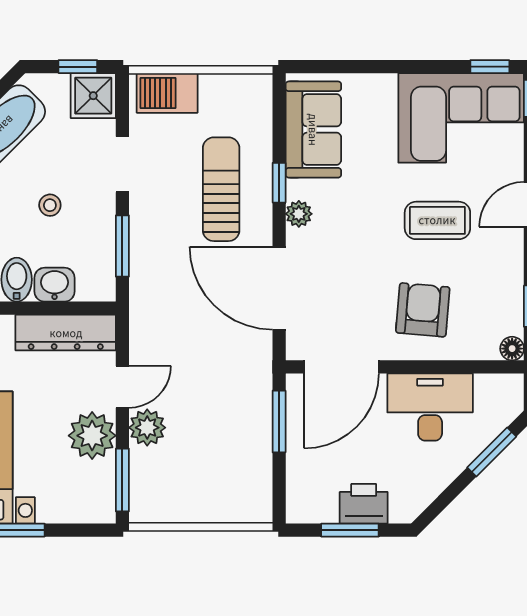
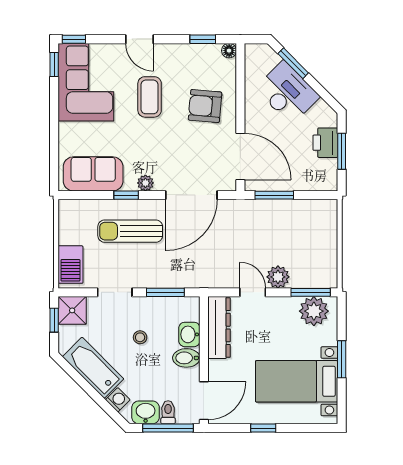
desk: (430, 407) -> (287, 93), moved, turned 135
plant: (92, 436) -> (314, 311), moved

